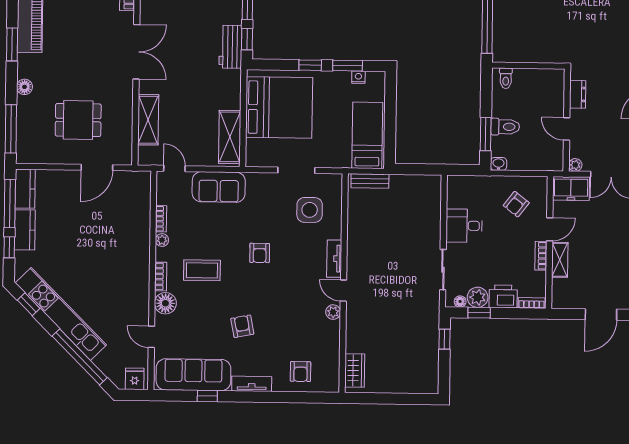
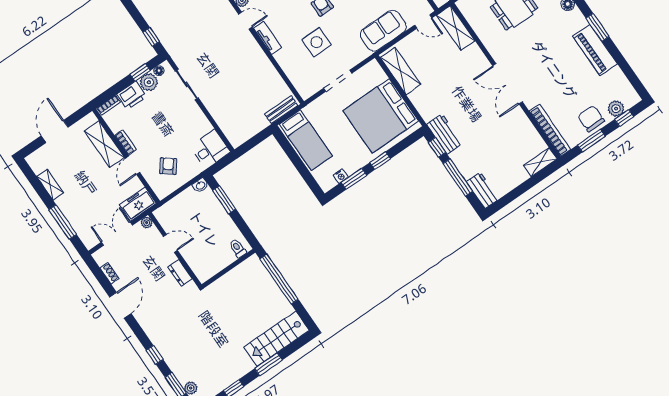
shelving: (148, 120) -> (456, 28), moved
toilet: (505, 127) -> (214, 214), removed
side table: (310, 210) -> (317, 42), moved
desk: (464, 226) -> (210, 149), moved
shelving: (560, 260) -> (104, 144), width x1.50, depth x1.33

